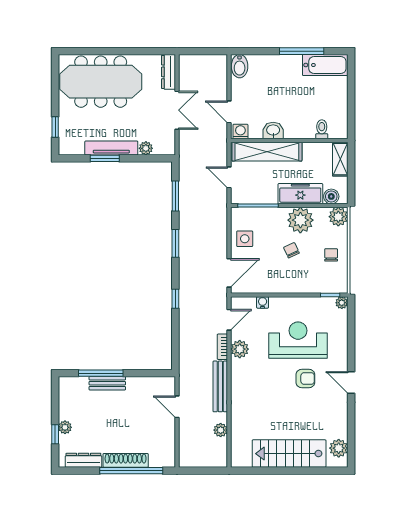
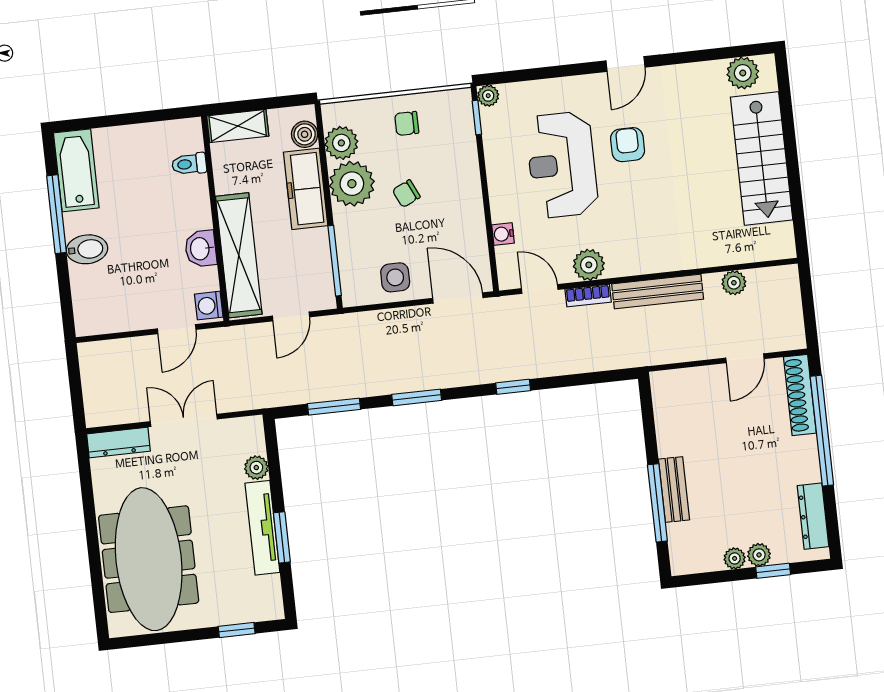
bidet: (240, 66) -> (87, 249), moved
plant: (338, 217) -> (341, 143), moved
door: (177, 407) -> (745, 358), moved
plant: (64, 413) -> (735, 558), added
shoe rack: (126, 460) -> (800, 395), moved

